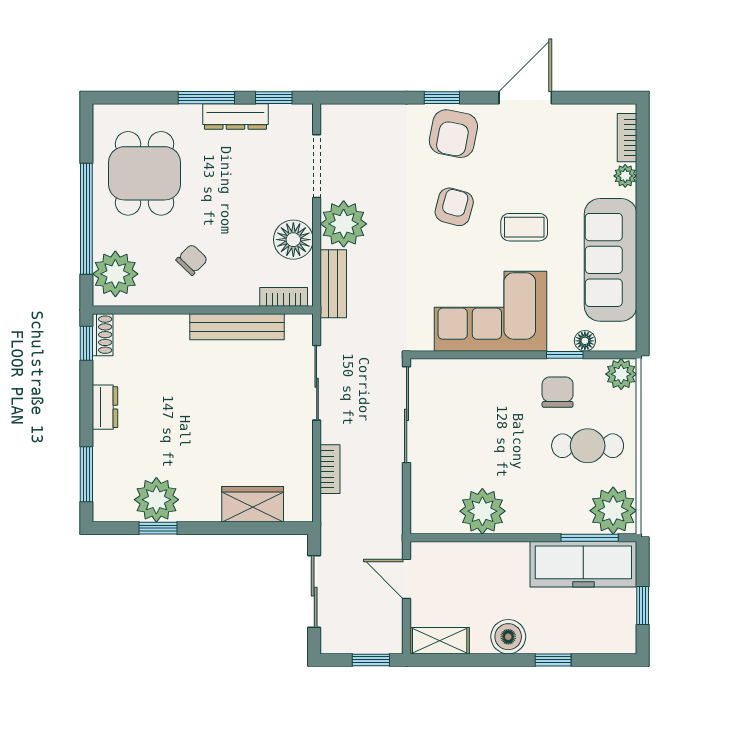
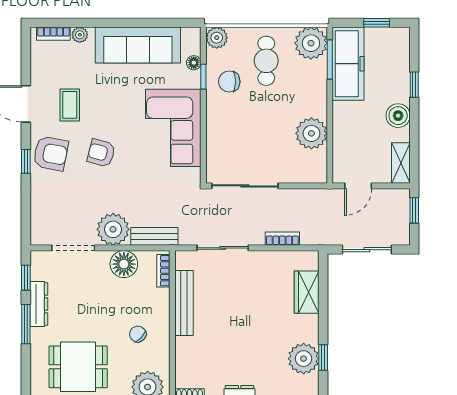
coffee table: (524, 227) -> (70, 105), moved

